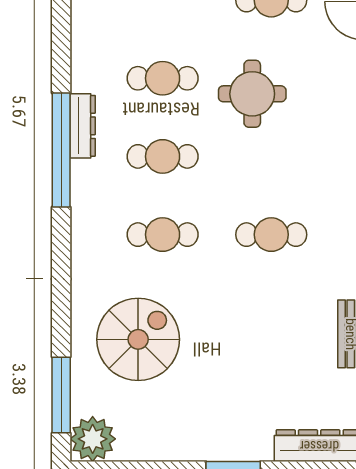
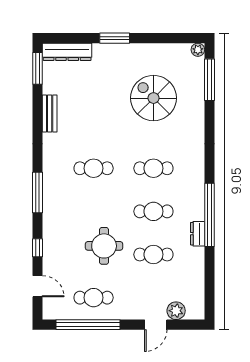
dresser: (83, 126) -> (198, 234), width x0.70
spiral stairs: (138, 339) -> (154, 98), moved, turned 90
plant: (93, 439) -> (198, 50), width x0.53, depth x0.53

